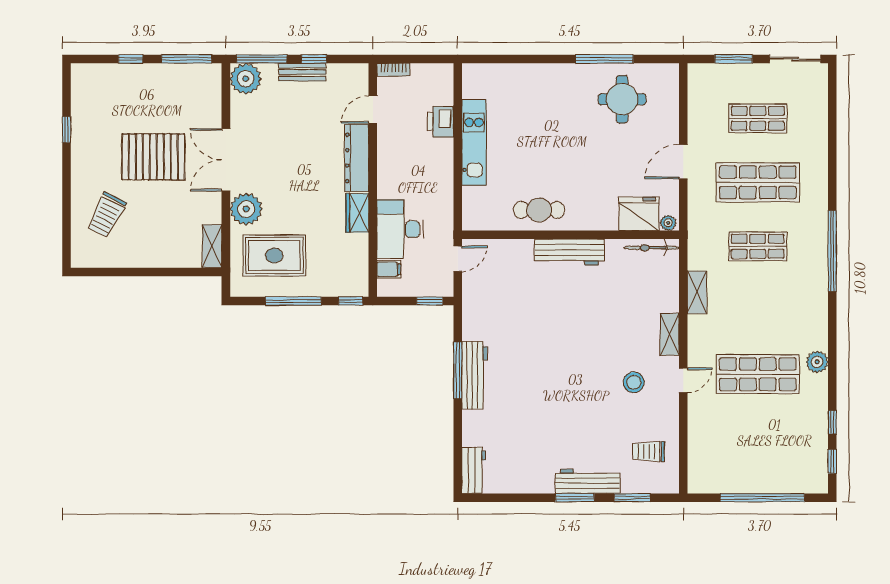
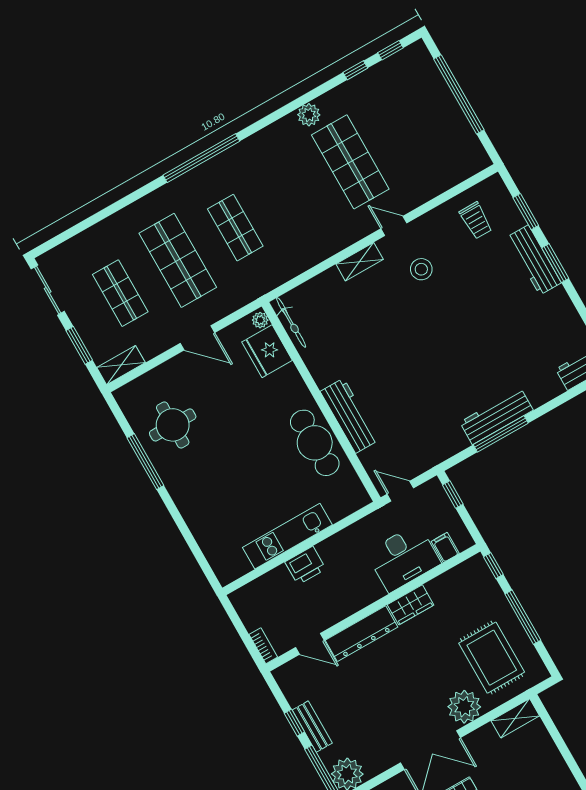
printer: (441, 122) -> (305, 566), moved
cafe table: (539, 210) -> (315, 443), width x1.37, depth x1.35
workbench: (569, 252) -> (349, 416), moved
shelving: (697, 292) -> (121, 365), moved

